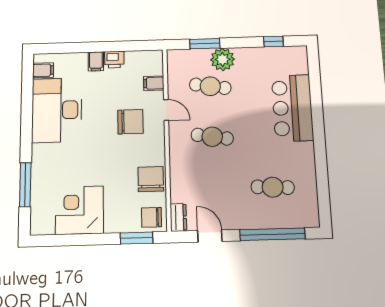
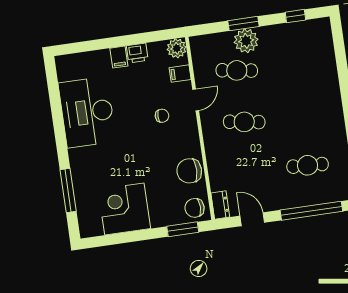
window: (205, 44) -> (243, 24), moved
plant: (153, 59) -> (177, 48), added
filing cabinet: (43, 70) -> (67, 72), removed
bar counter: (292, 108) -> (320, 84), removed
door: (166, 110) -> (196, 100), hinge flipped
chair: (130, 122) -> (162, 116), width x0.54, depth x0.54
chair: (151, 179) -> (189, 171), turned -90

